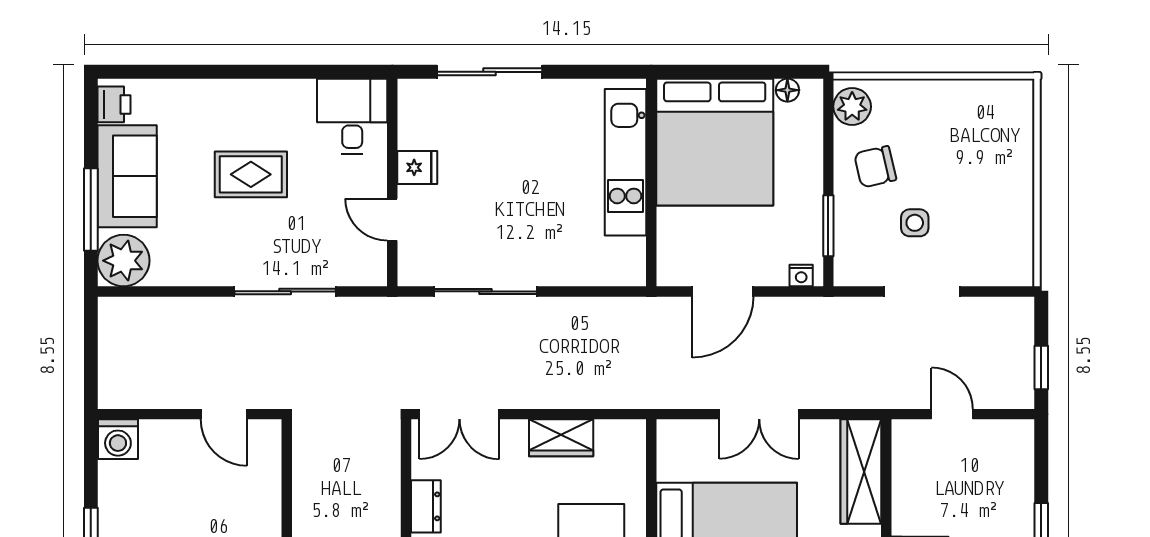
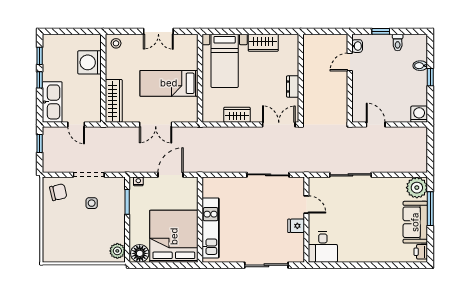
floor lamp: (787, 90) -> (140, 253), width x1.89, depth x1.89
chair: (875, 167) -> (58, 192), moved
rug: (251, 174) -> (365, 223), removed
double door: (759, 414) -> (156, 124), swing flipped
kitchen sink: (1011, 469) -> (52, 102), added

